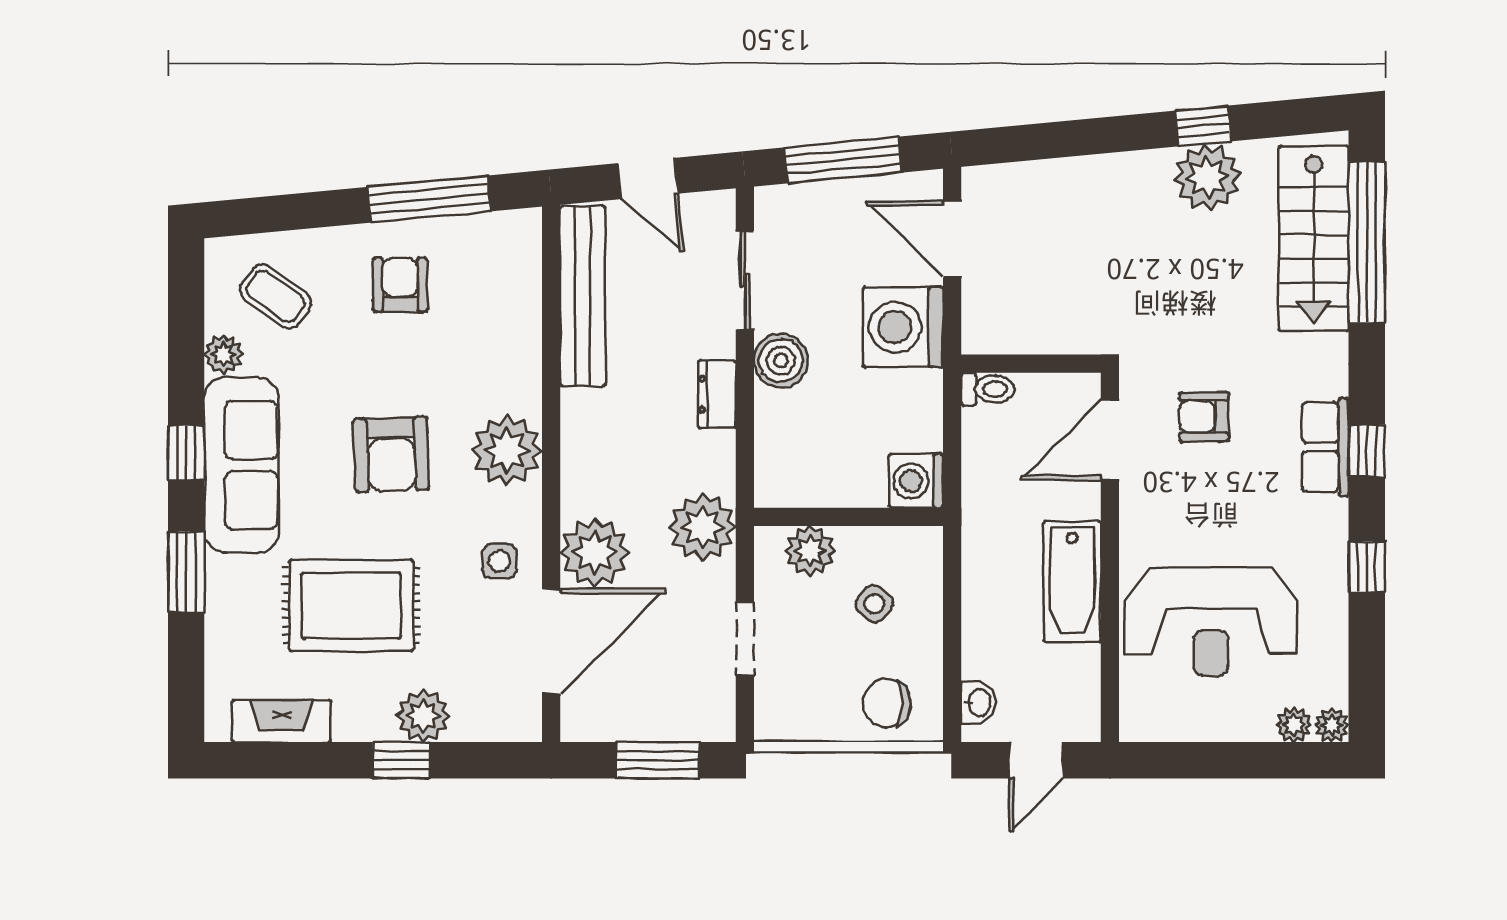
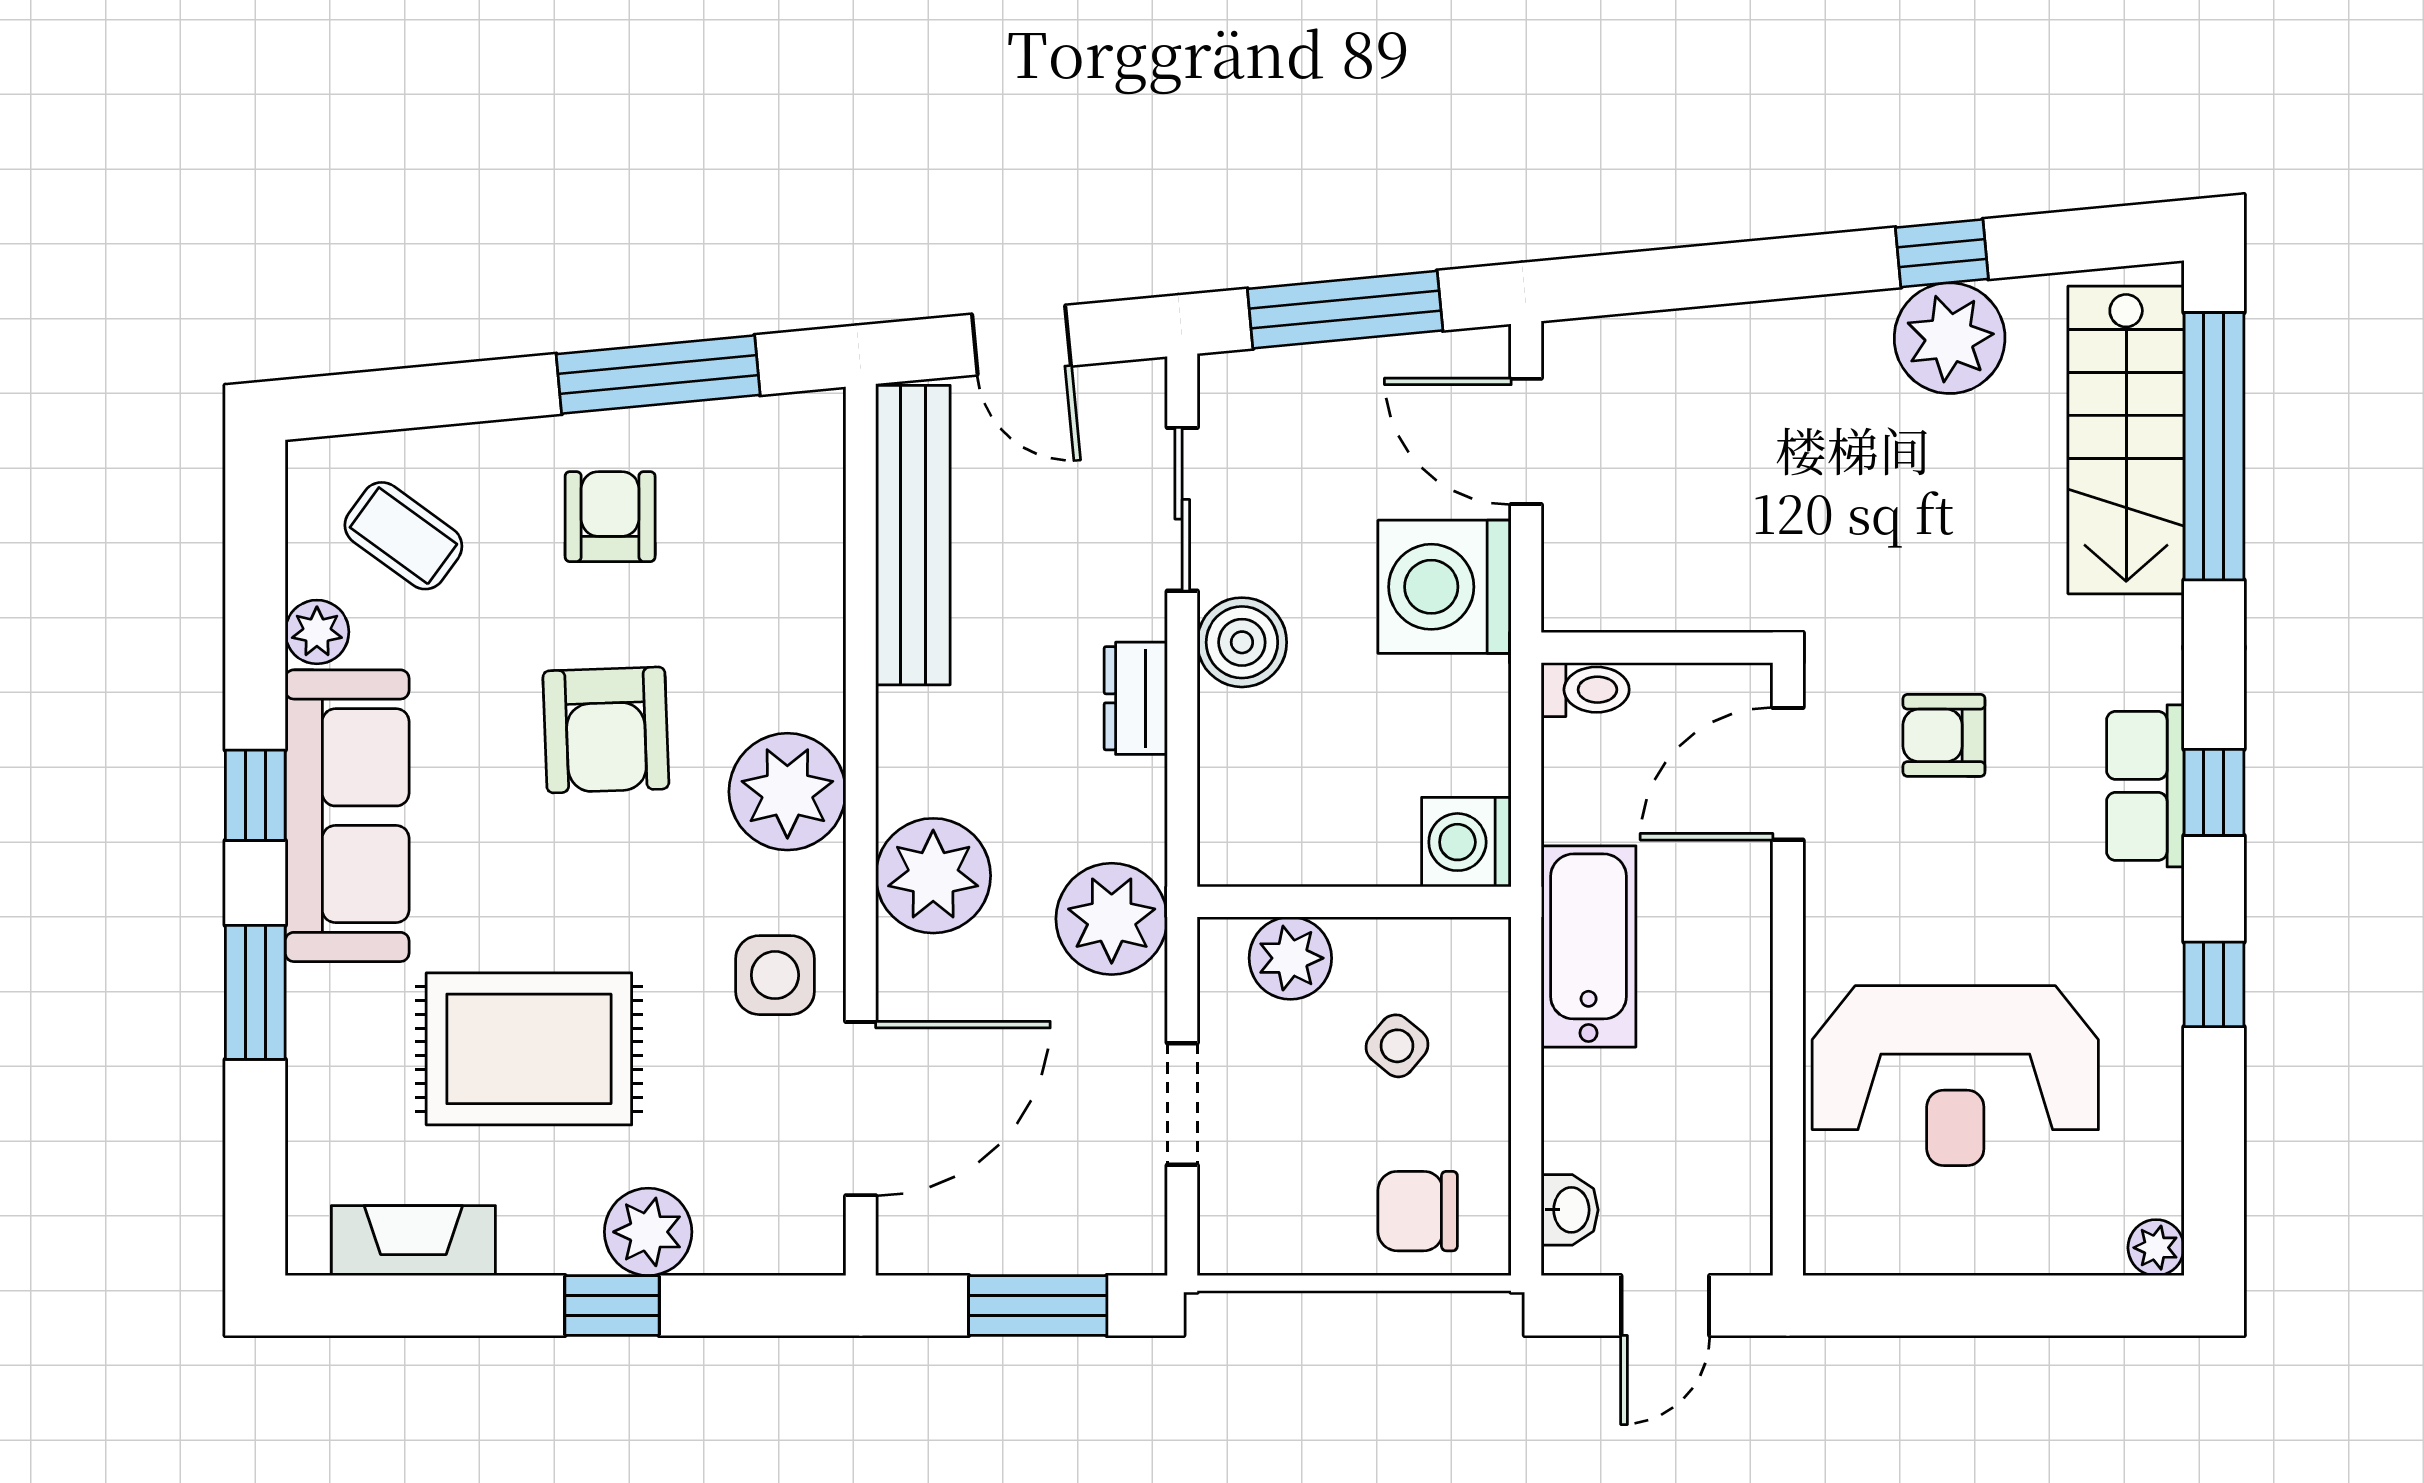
armchair: (391, 454) -> (606, 730), moved
plant: (595, 553) -> (933, 876), moved
side table: (499, 561) -> (775, 975), width x1.37, depth x1.37
bathtub: (1072, 582) -> (1589, 946), moved, turned 180
plant: (1294, 725) -> (2093, 1247), removed

